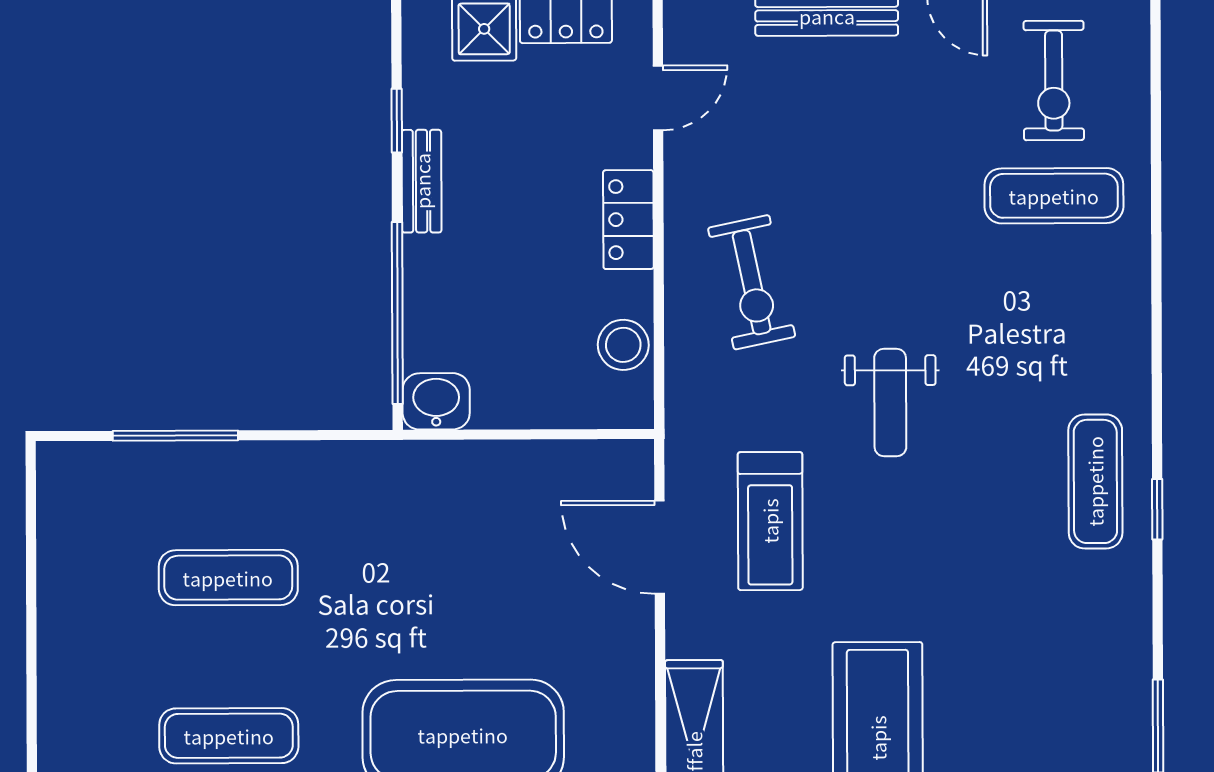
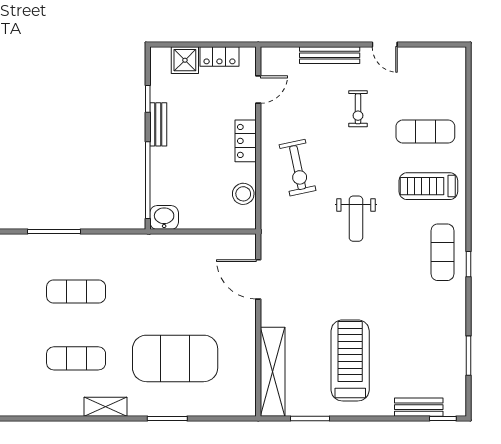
exercise bike: (1054, 81) -> (358, 109), moved, width x0.73, depth x0.72
treadmill: (770, 521) -> (428, 186), moved, turned 90

